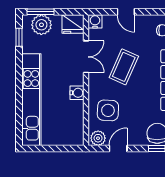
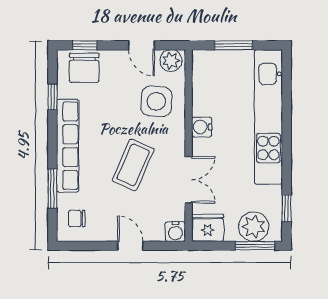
double door: (86, 57) -> (189, 180), swing flipped
window: (55, 149) -> (234, 45), added
door: (118, 149) -> (142, 45), hinge flipped

